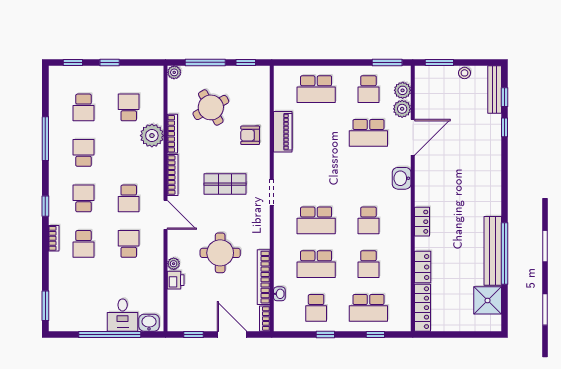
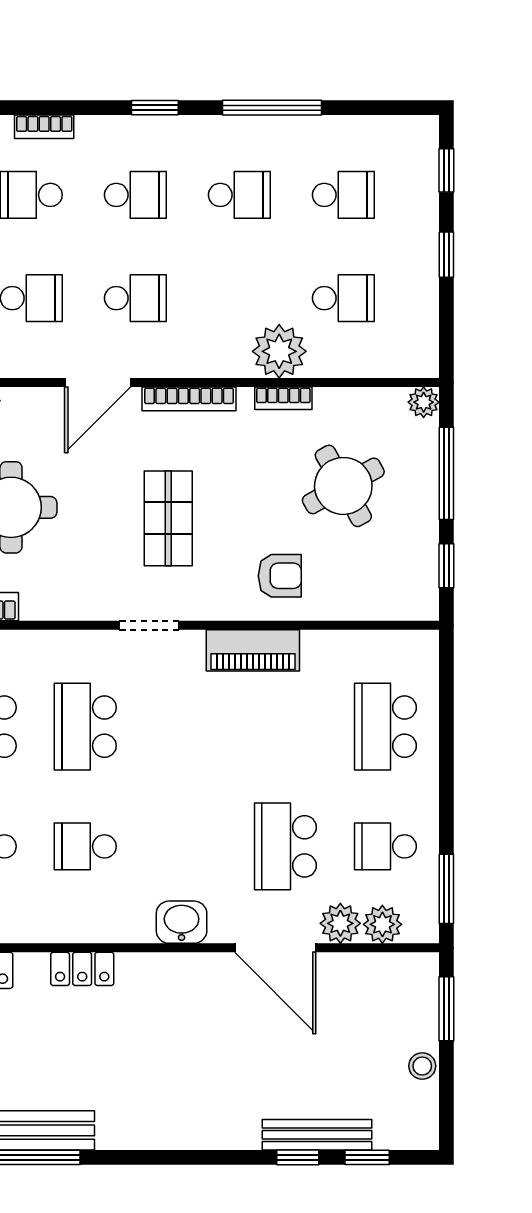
bench: (495, 90) -> (317, 1135), moved
school desk: (84, 107) -> (343, 195), turned 180
piano: (283, 132) -> (253, 650), moved
bookcase: (172, 134) -> (283, 398), width x0.64
armchair: (250, 135) -> (280, 576), turned 90
school desk: (129, 198) -> (135, 298), turned 180
window: (45, 206) -> (155, 108), moved

